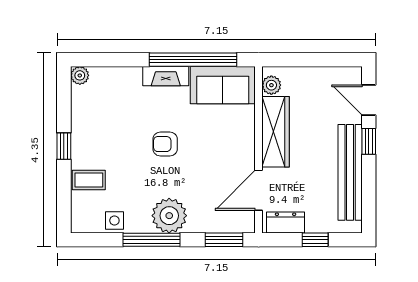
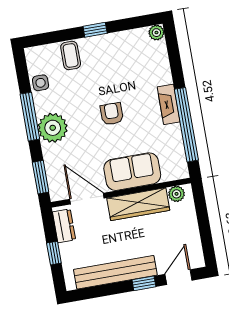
sofa: (223, 85) -> (132, 172), moved, turned 90

